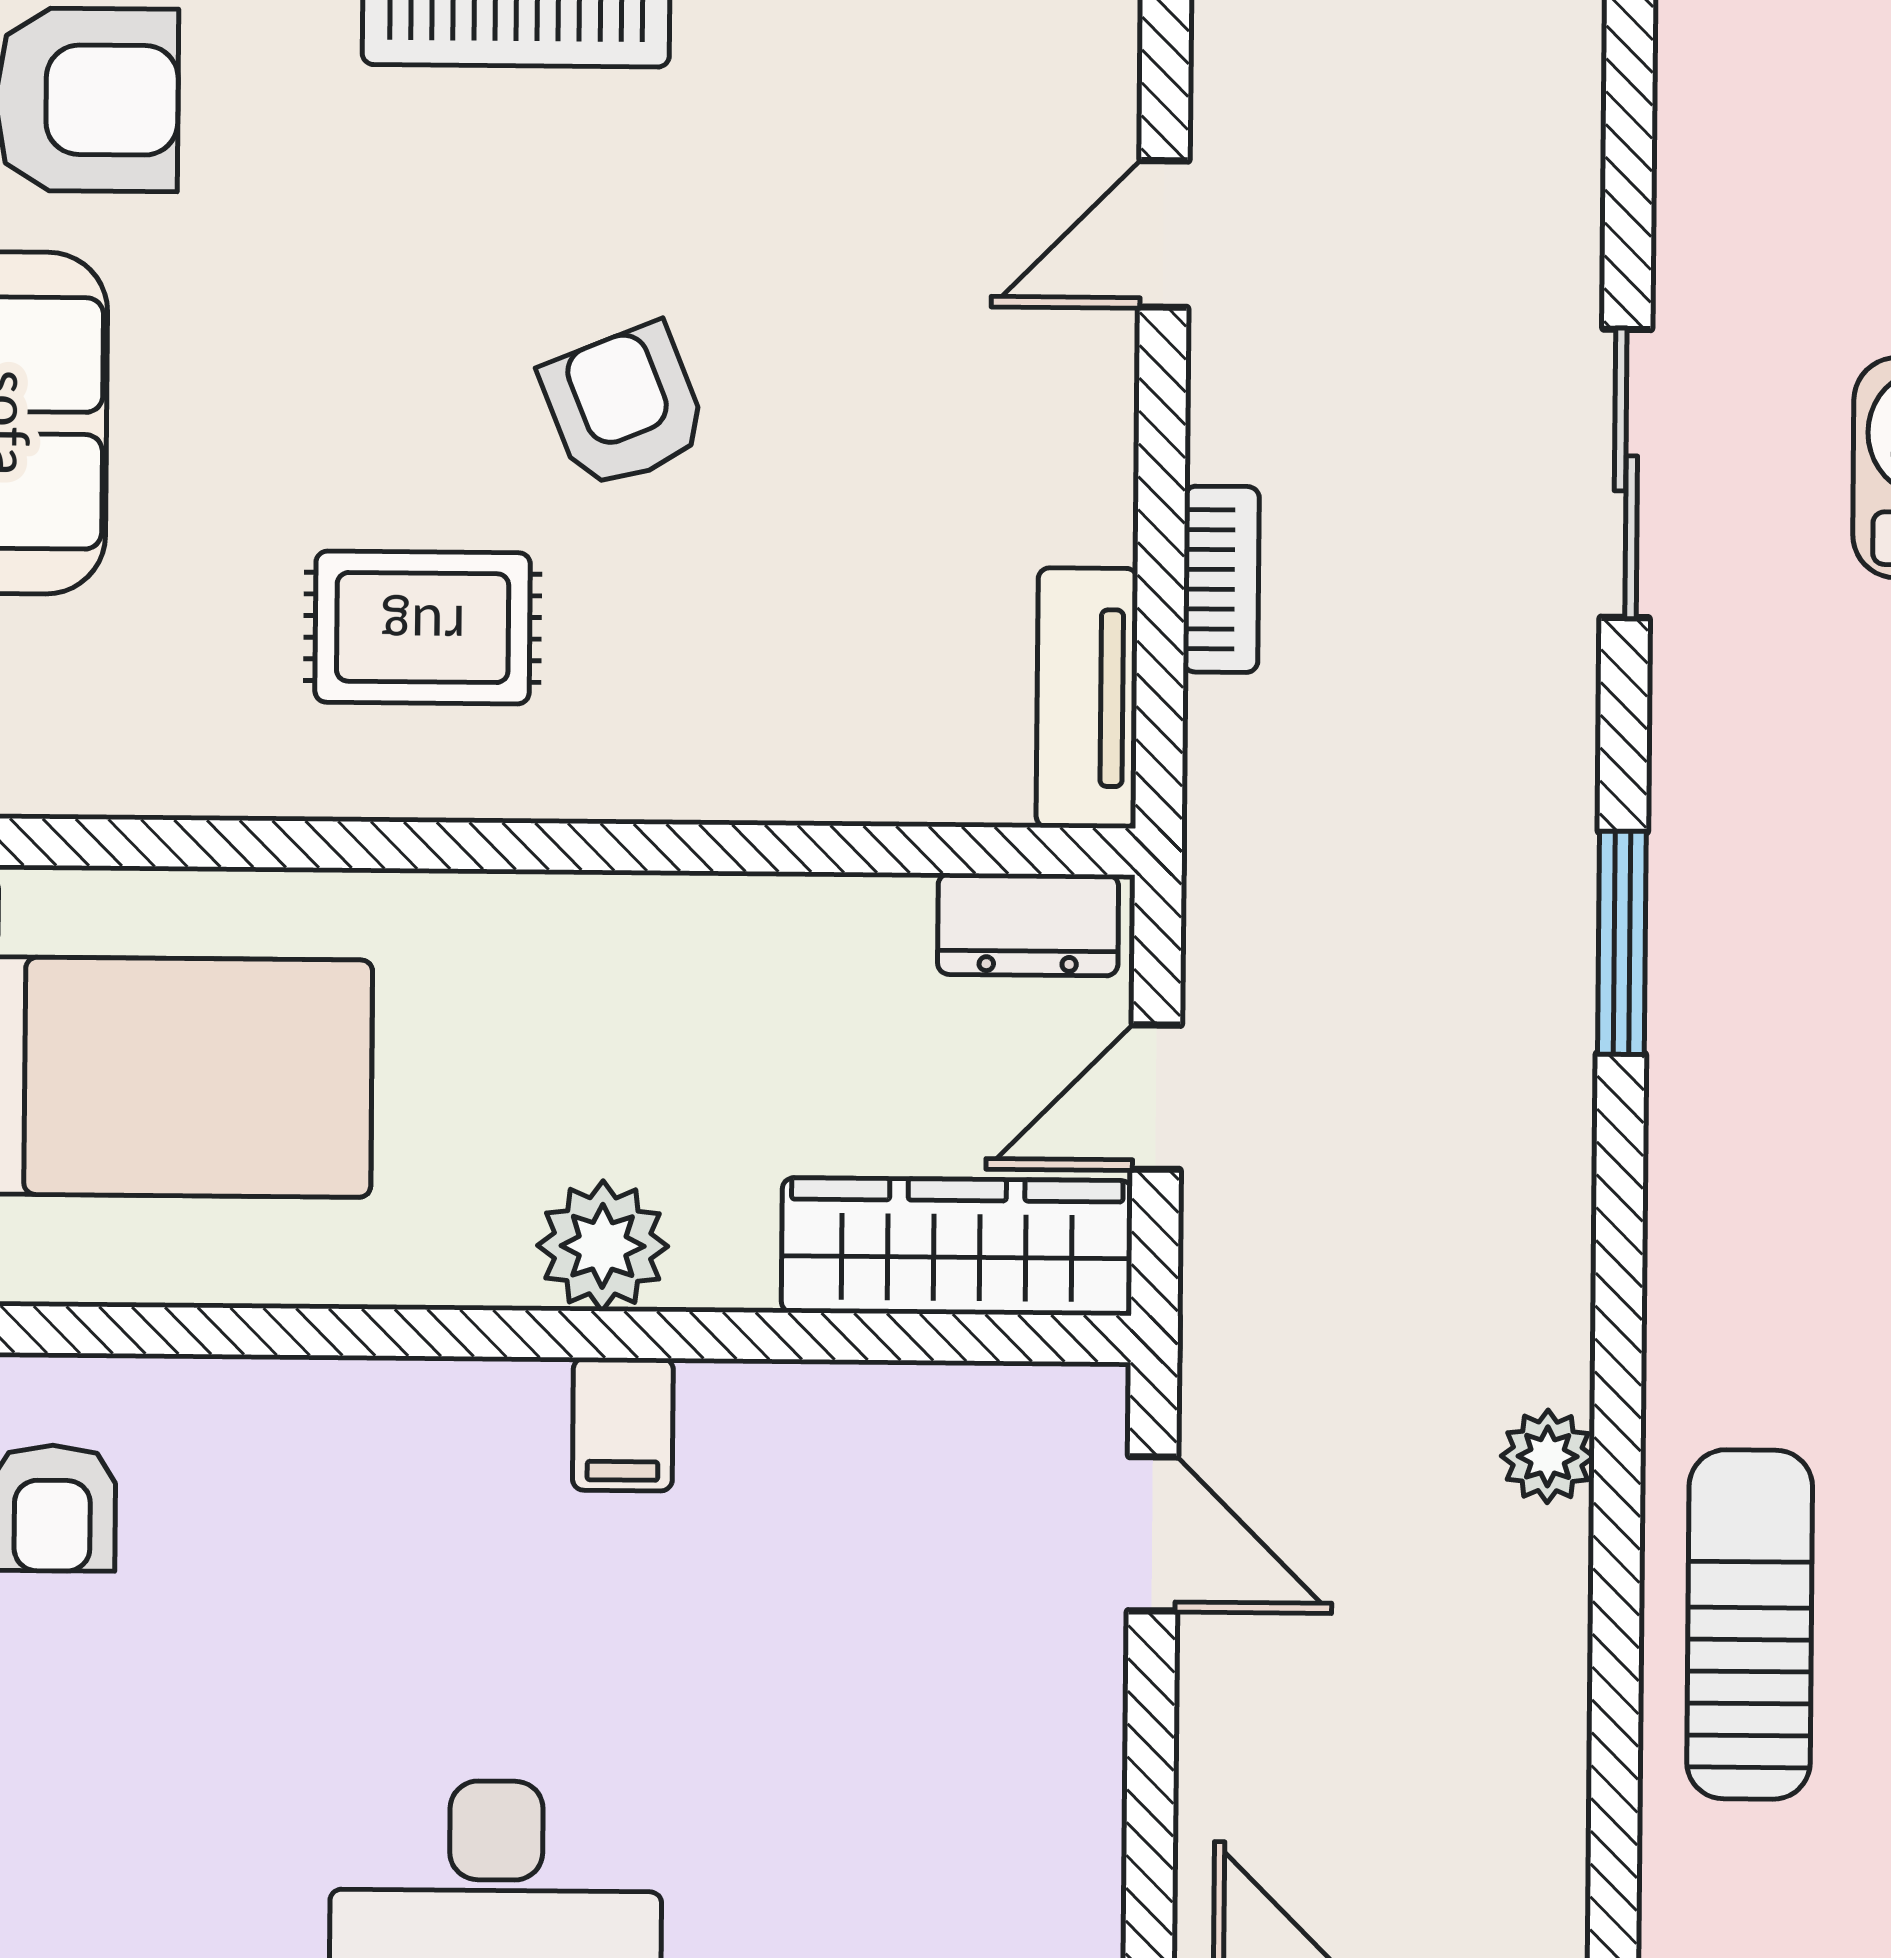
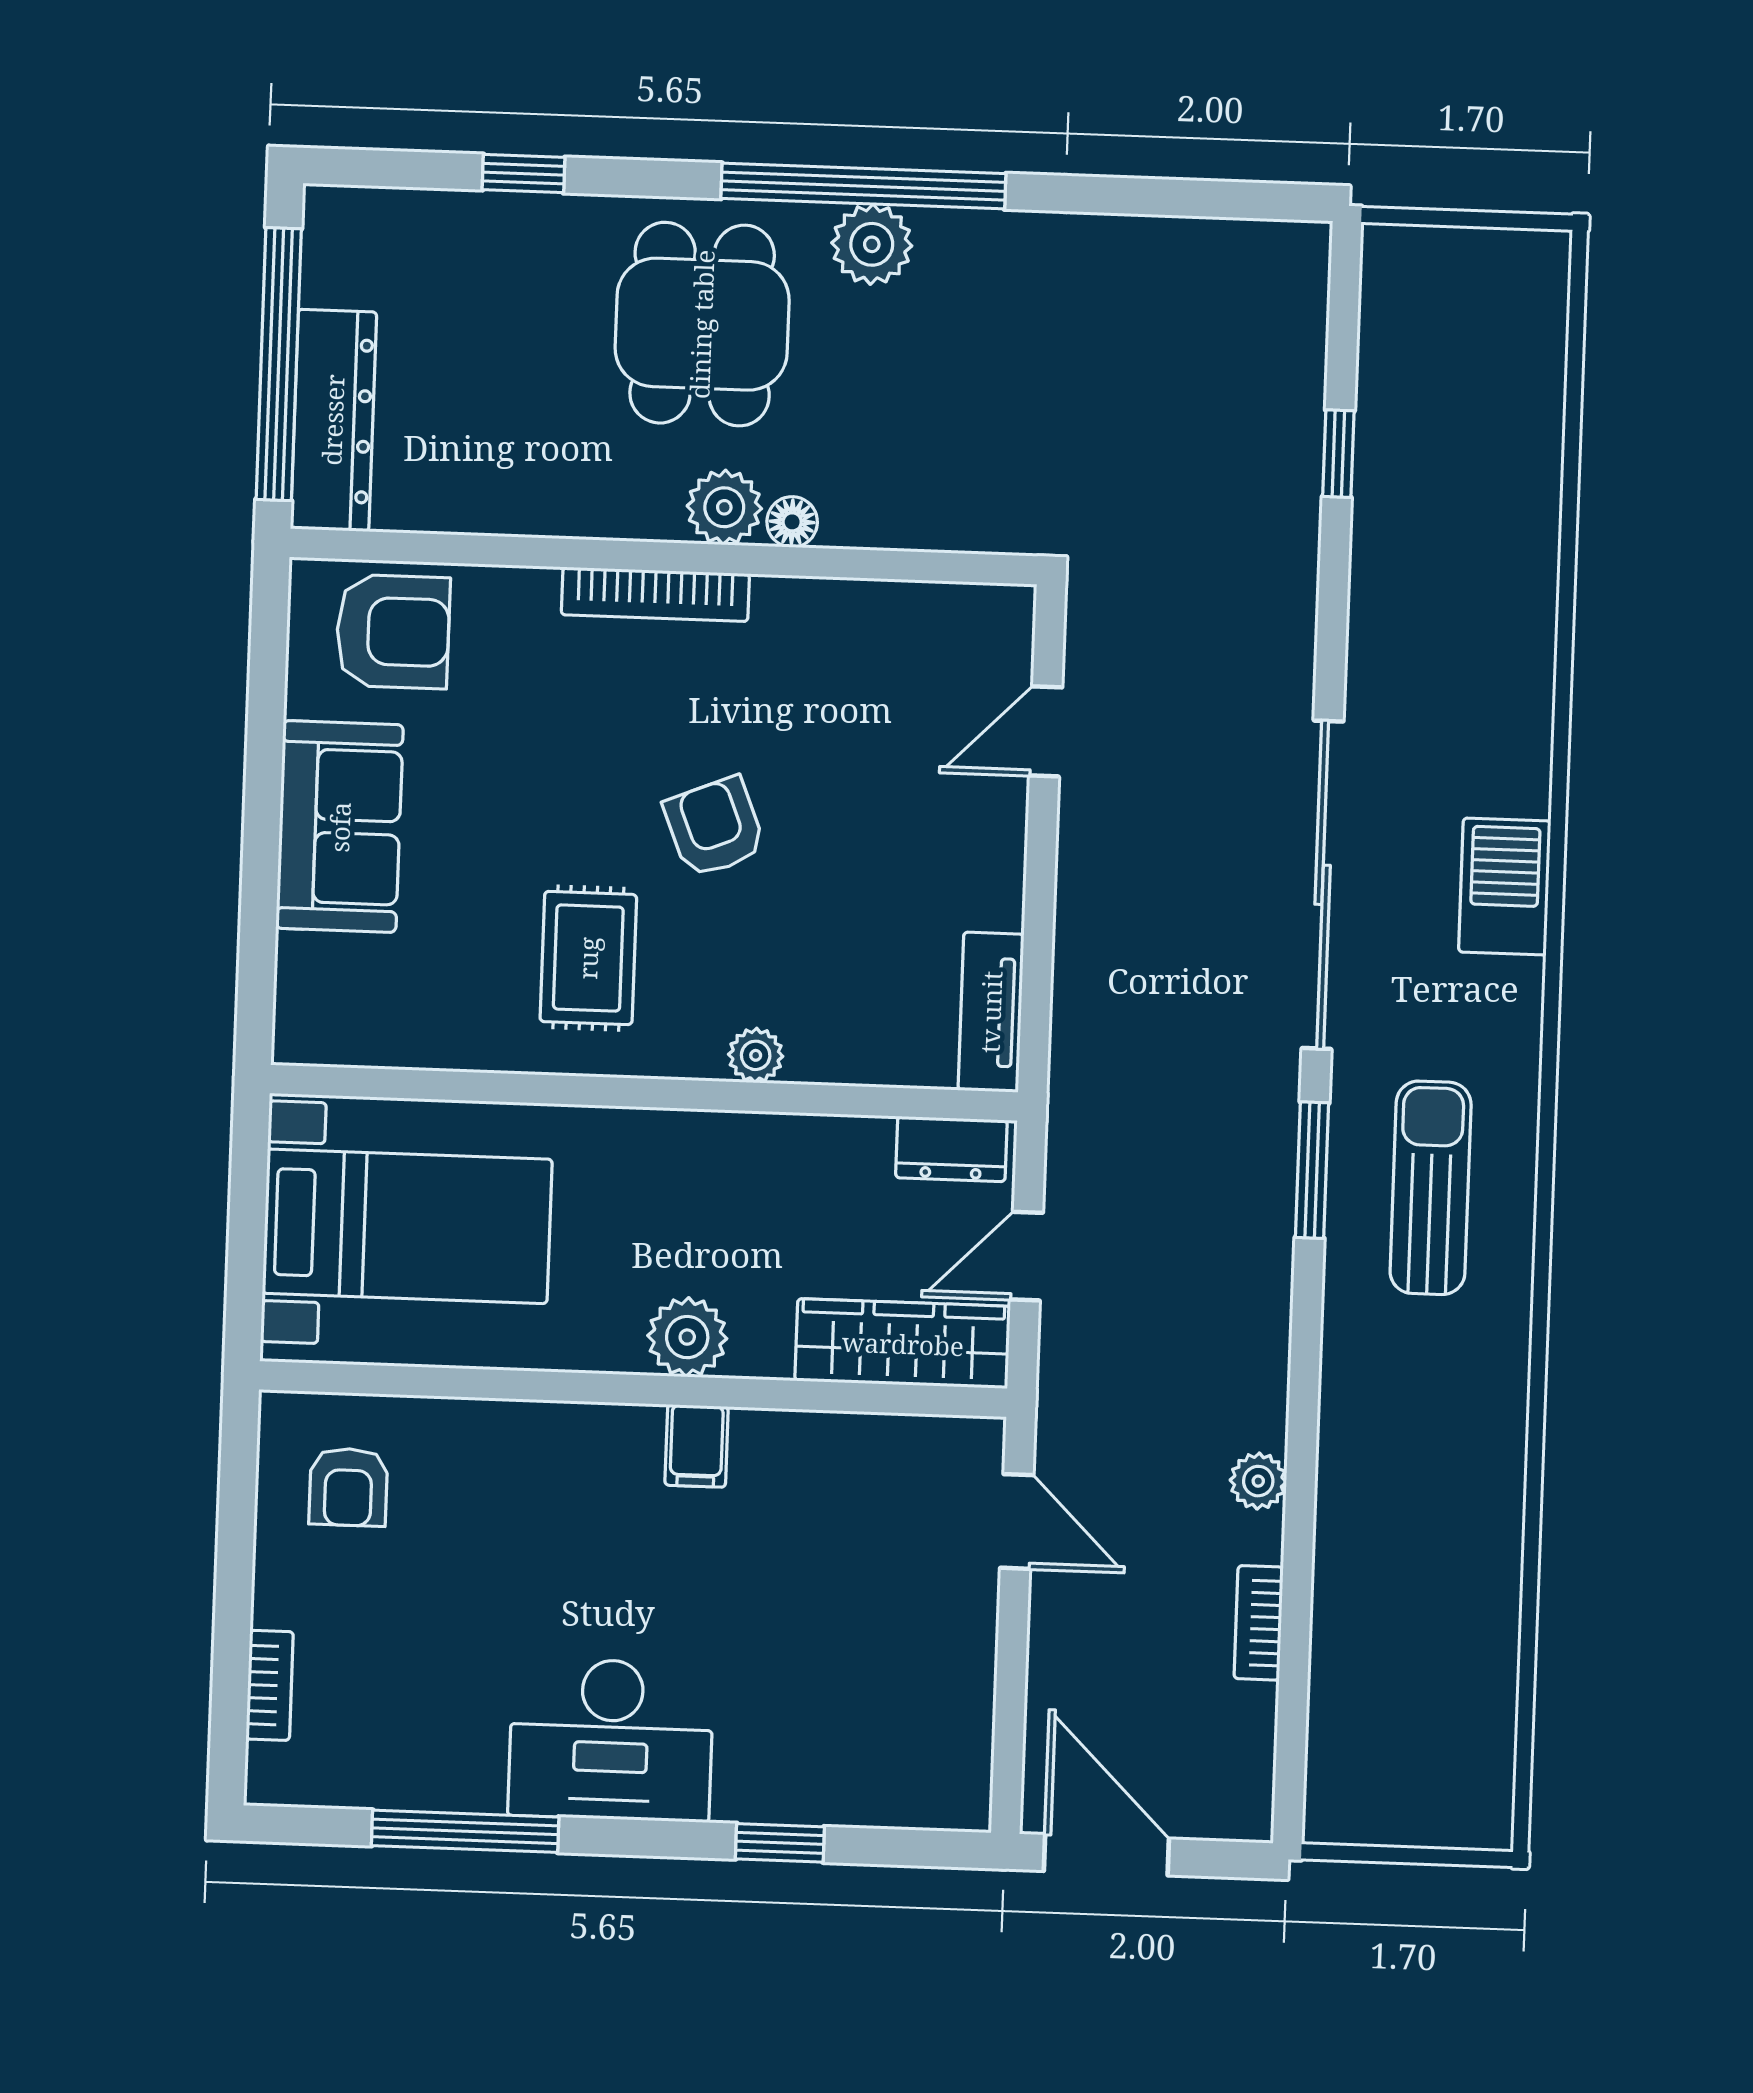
sliding door: (1626, 473) -> (1323, 885), width x1.86
bookcase: (1221, 579) -> (1259, 1623), moved, turned 180
rug: (423, 627) -> (588, 958), turned 90
plant: (702, 780) -> (756, 1055), added
sun lounger: (1750, 1624) -> (1431, 1188), moved

